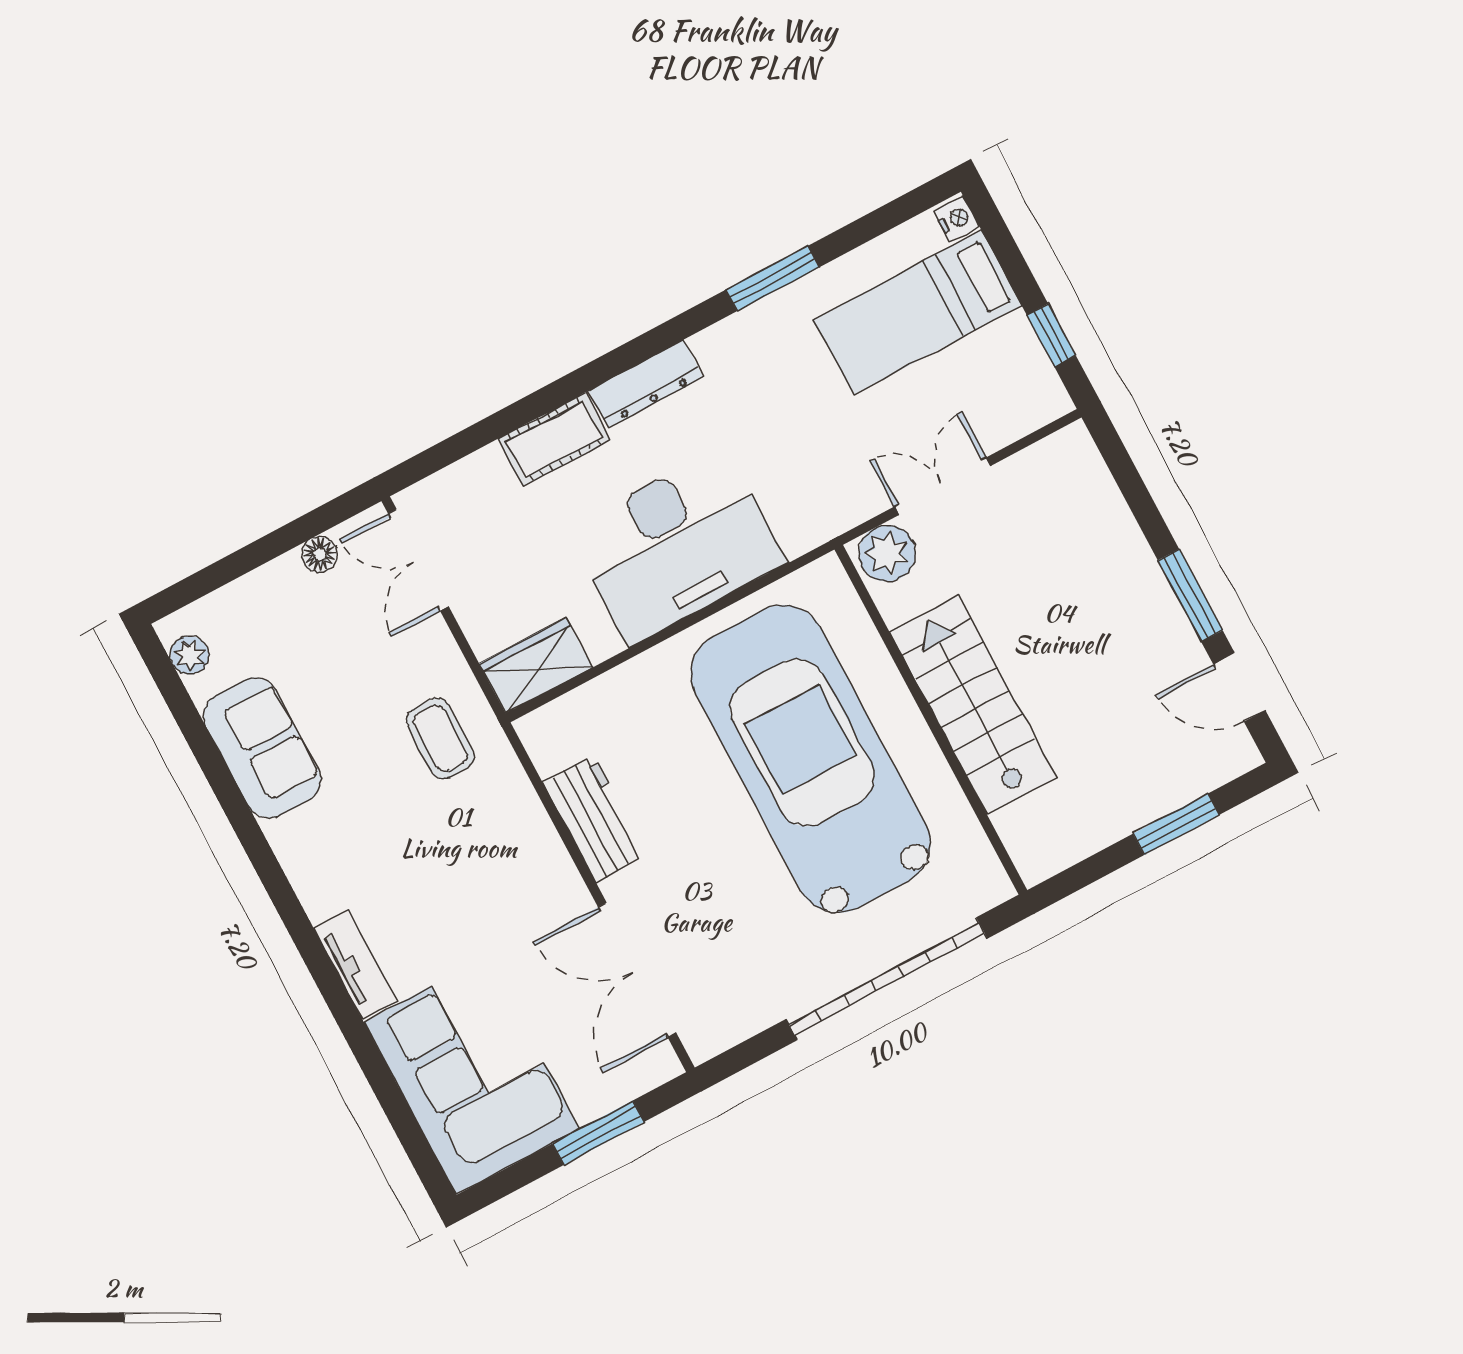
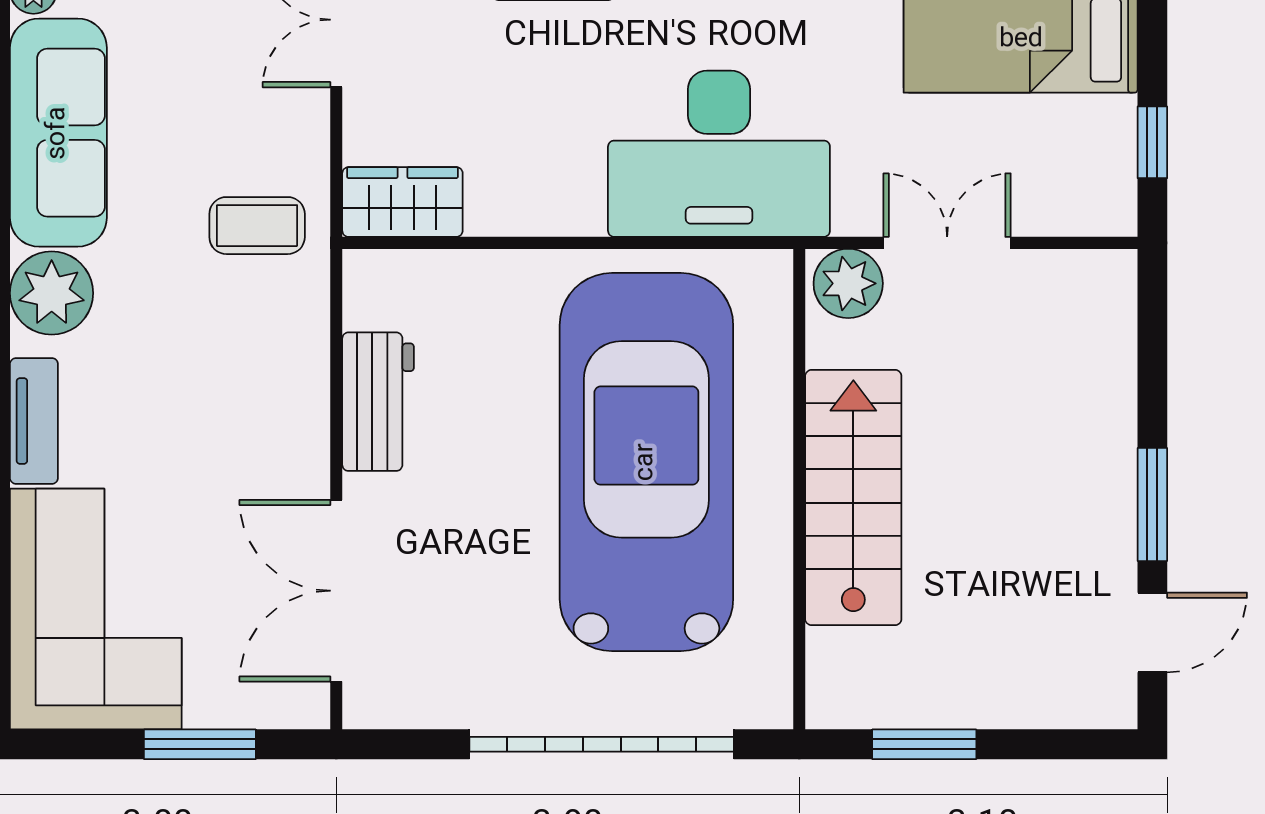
desk: (677, 546) -> (719, 154), moved
door: (1239, 687) -> (1152, 633), swing flipped
coffee table: (440, 738) -> (257, 226), turned 90
sofa: (262, 748) -> (58, 133), width x1.36
window: (1176, 824) -> (924, 744), moved
plant: (319, 866) -> (52, 293), added

